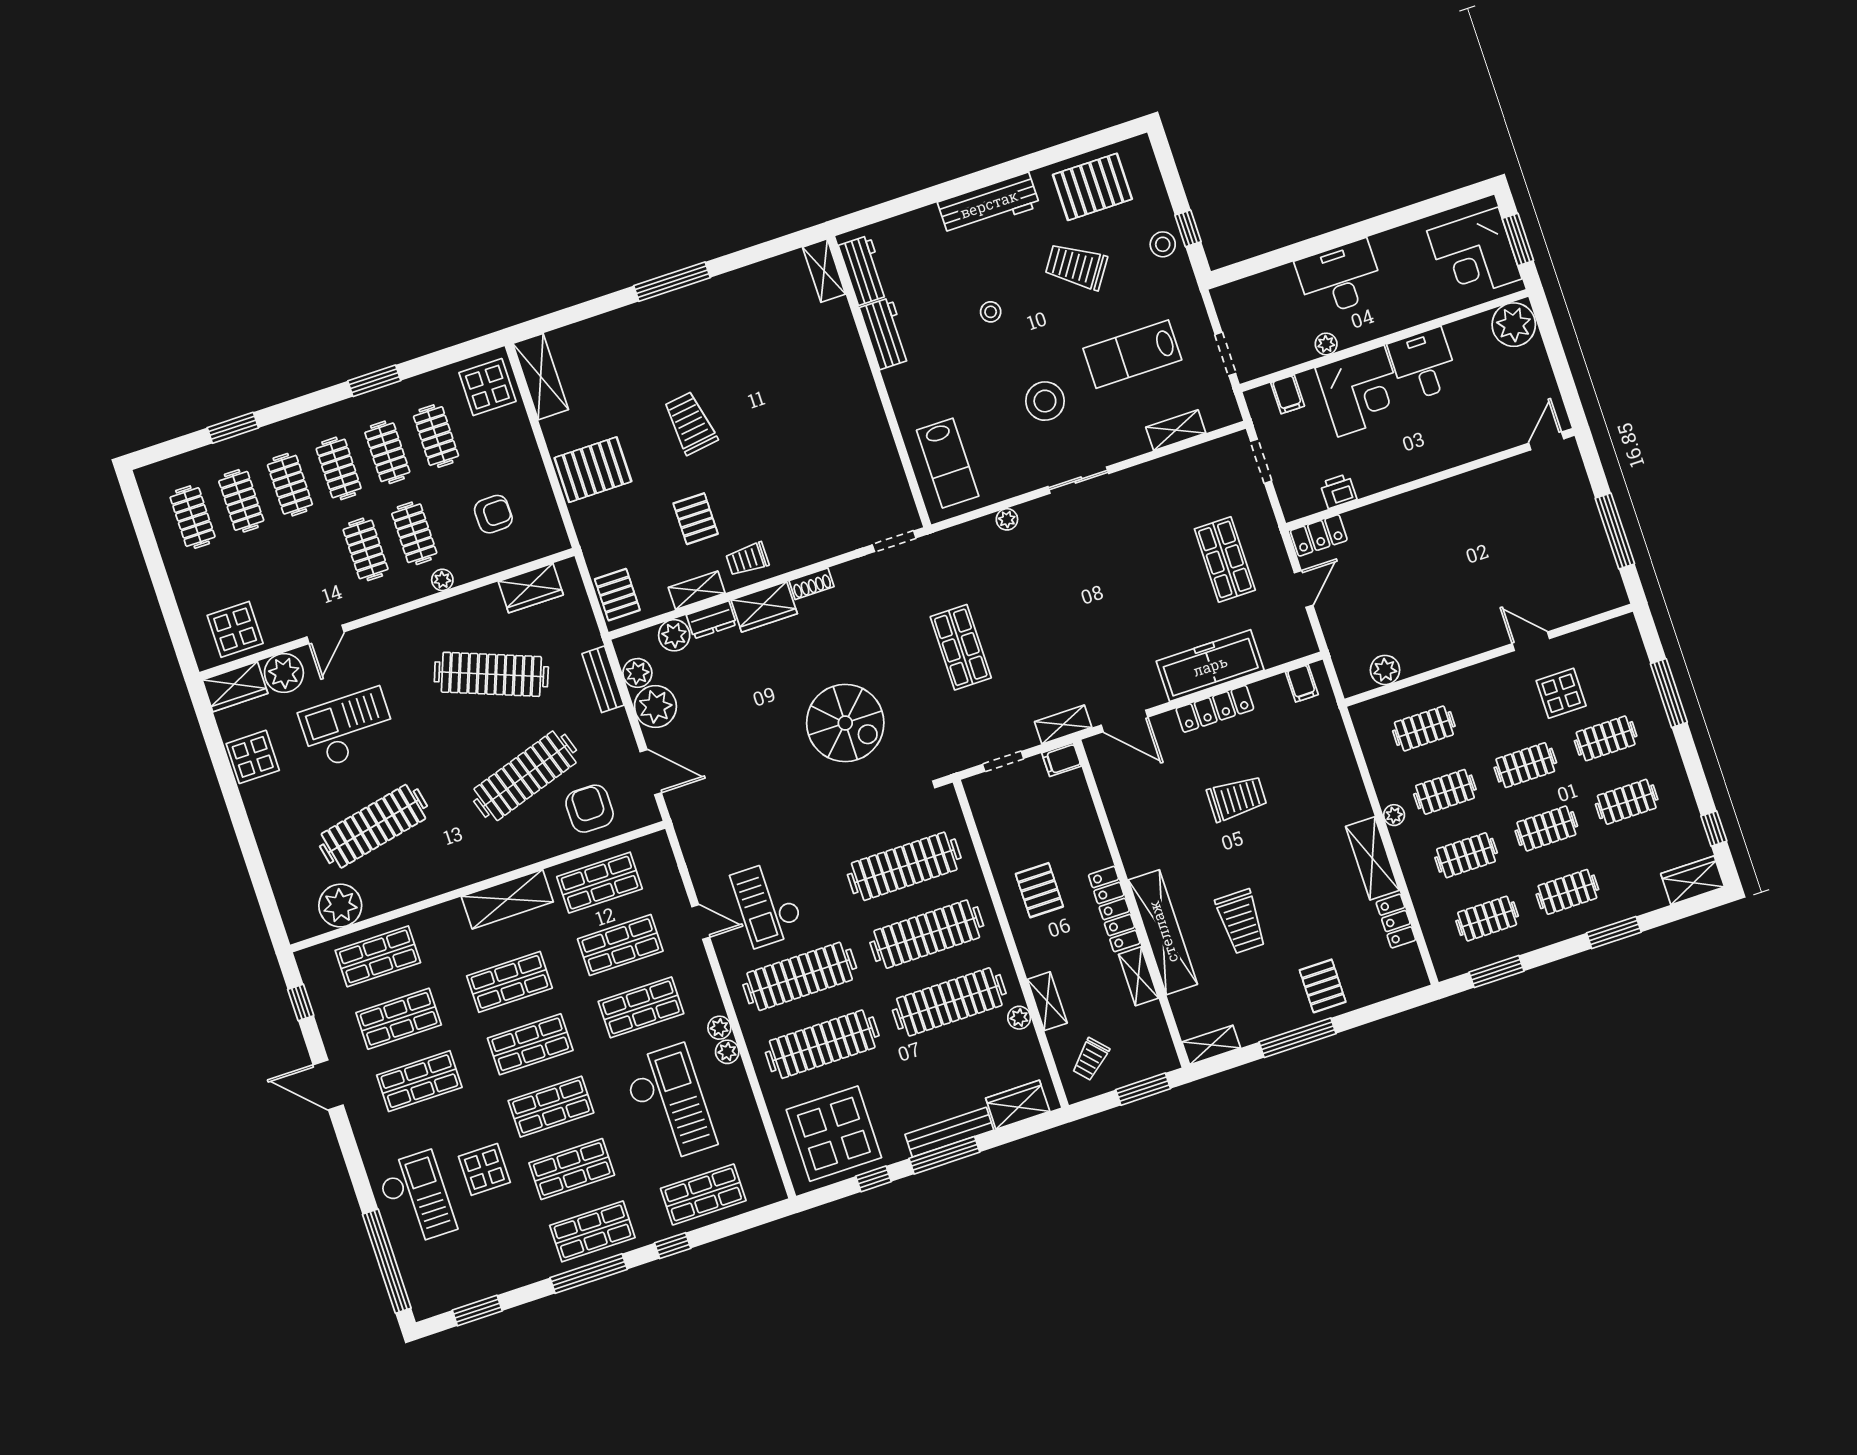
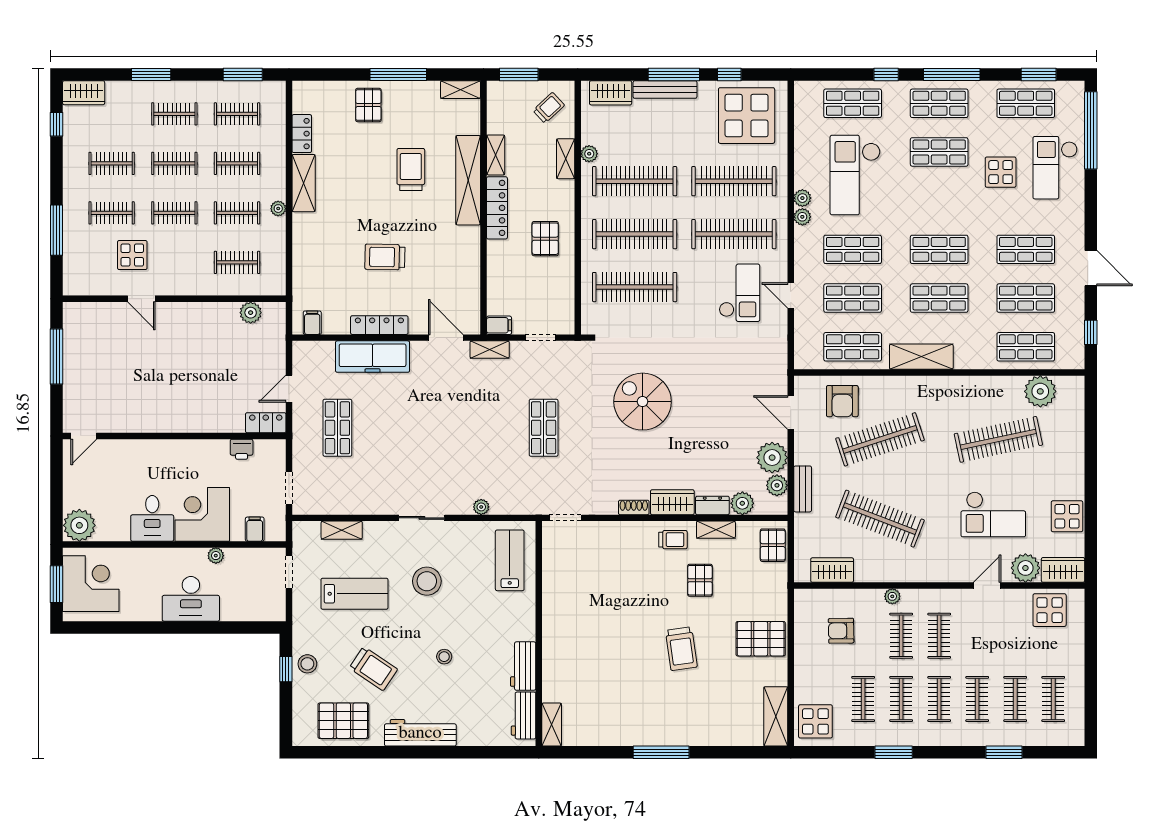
shop shelf: (551, 1107) -> (1026, 103), moved

